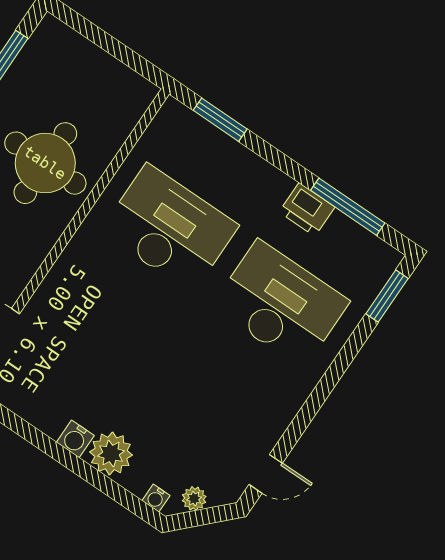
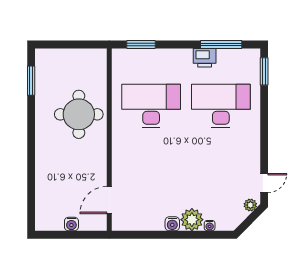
water cooler: (156, 498) -> (210, 226), moved
plant: (194, 499) -> (250, 205), moved

